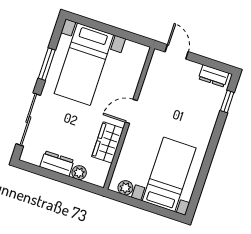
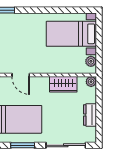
door: (131, 111) -> (21, 75), moved
plant: (79, 173) -> (91, 82), moved

